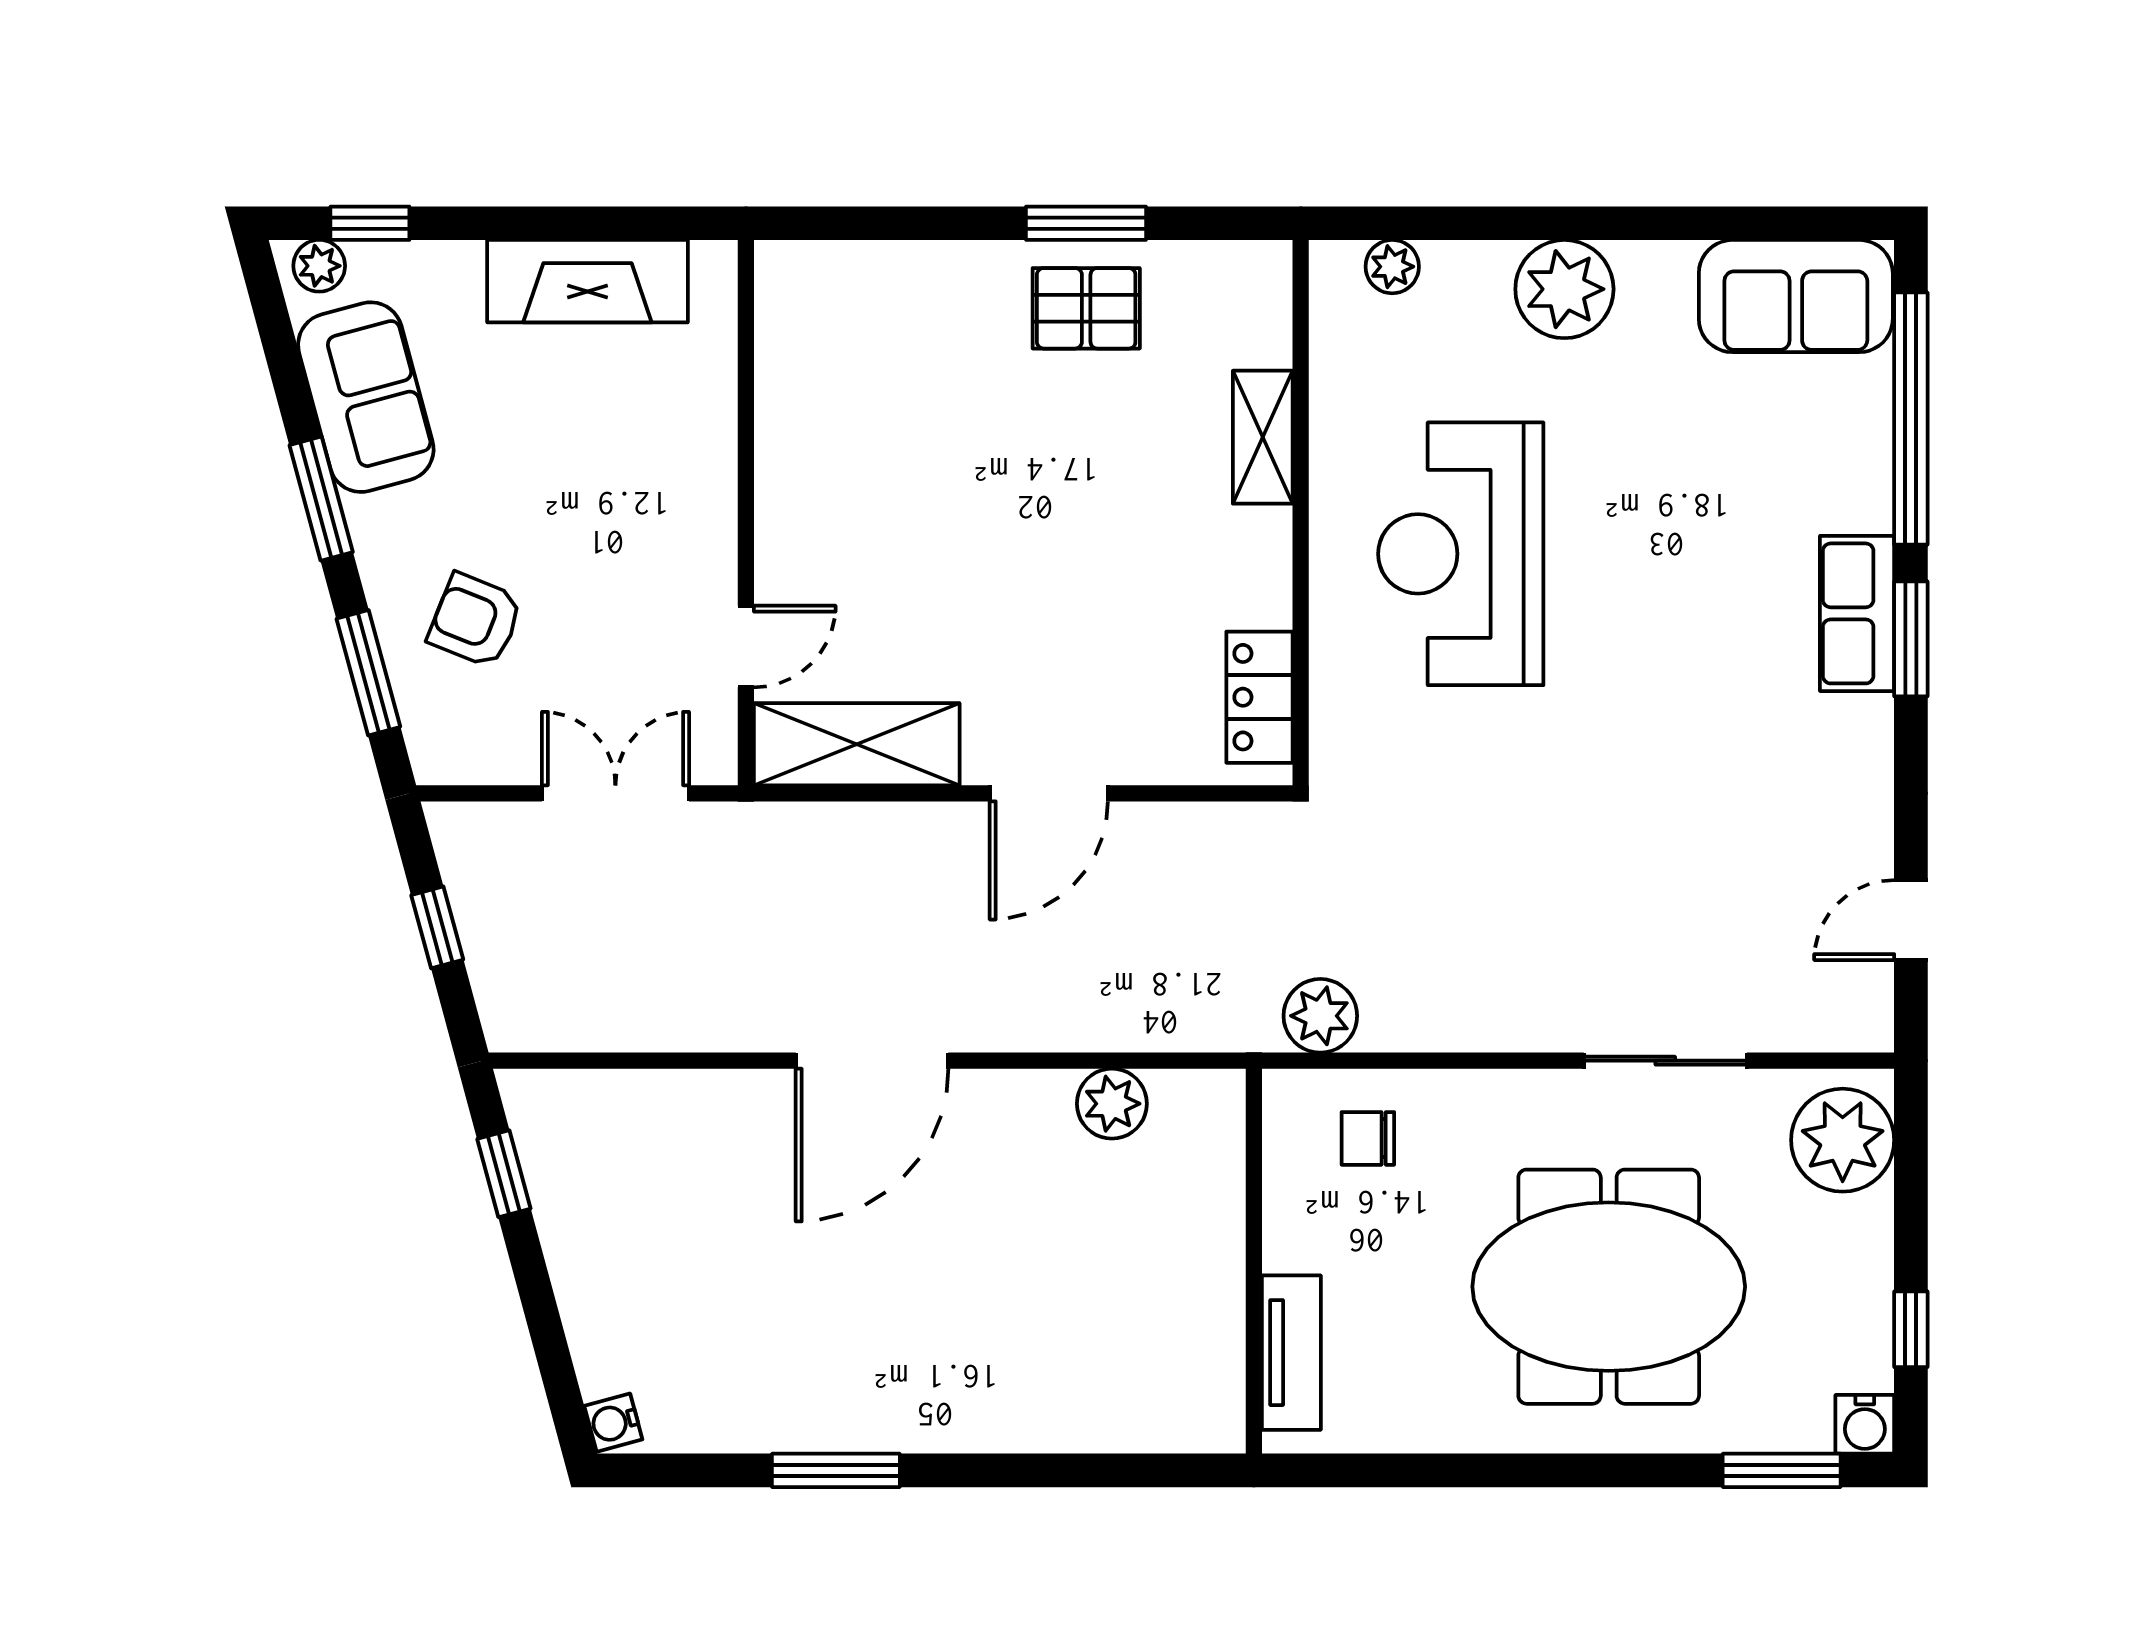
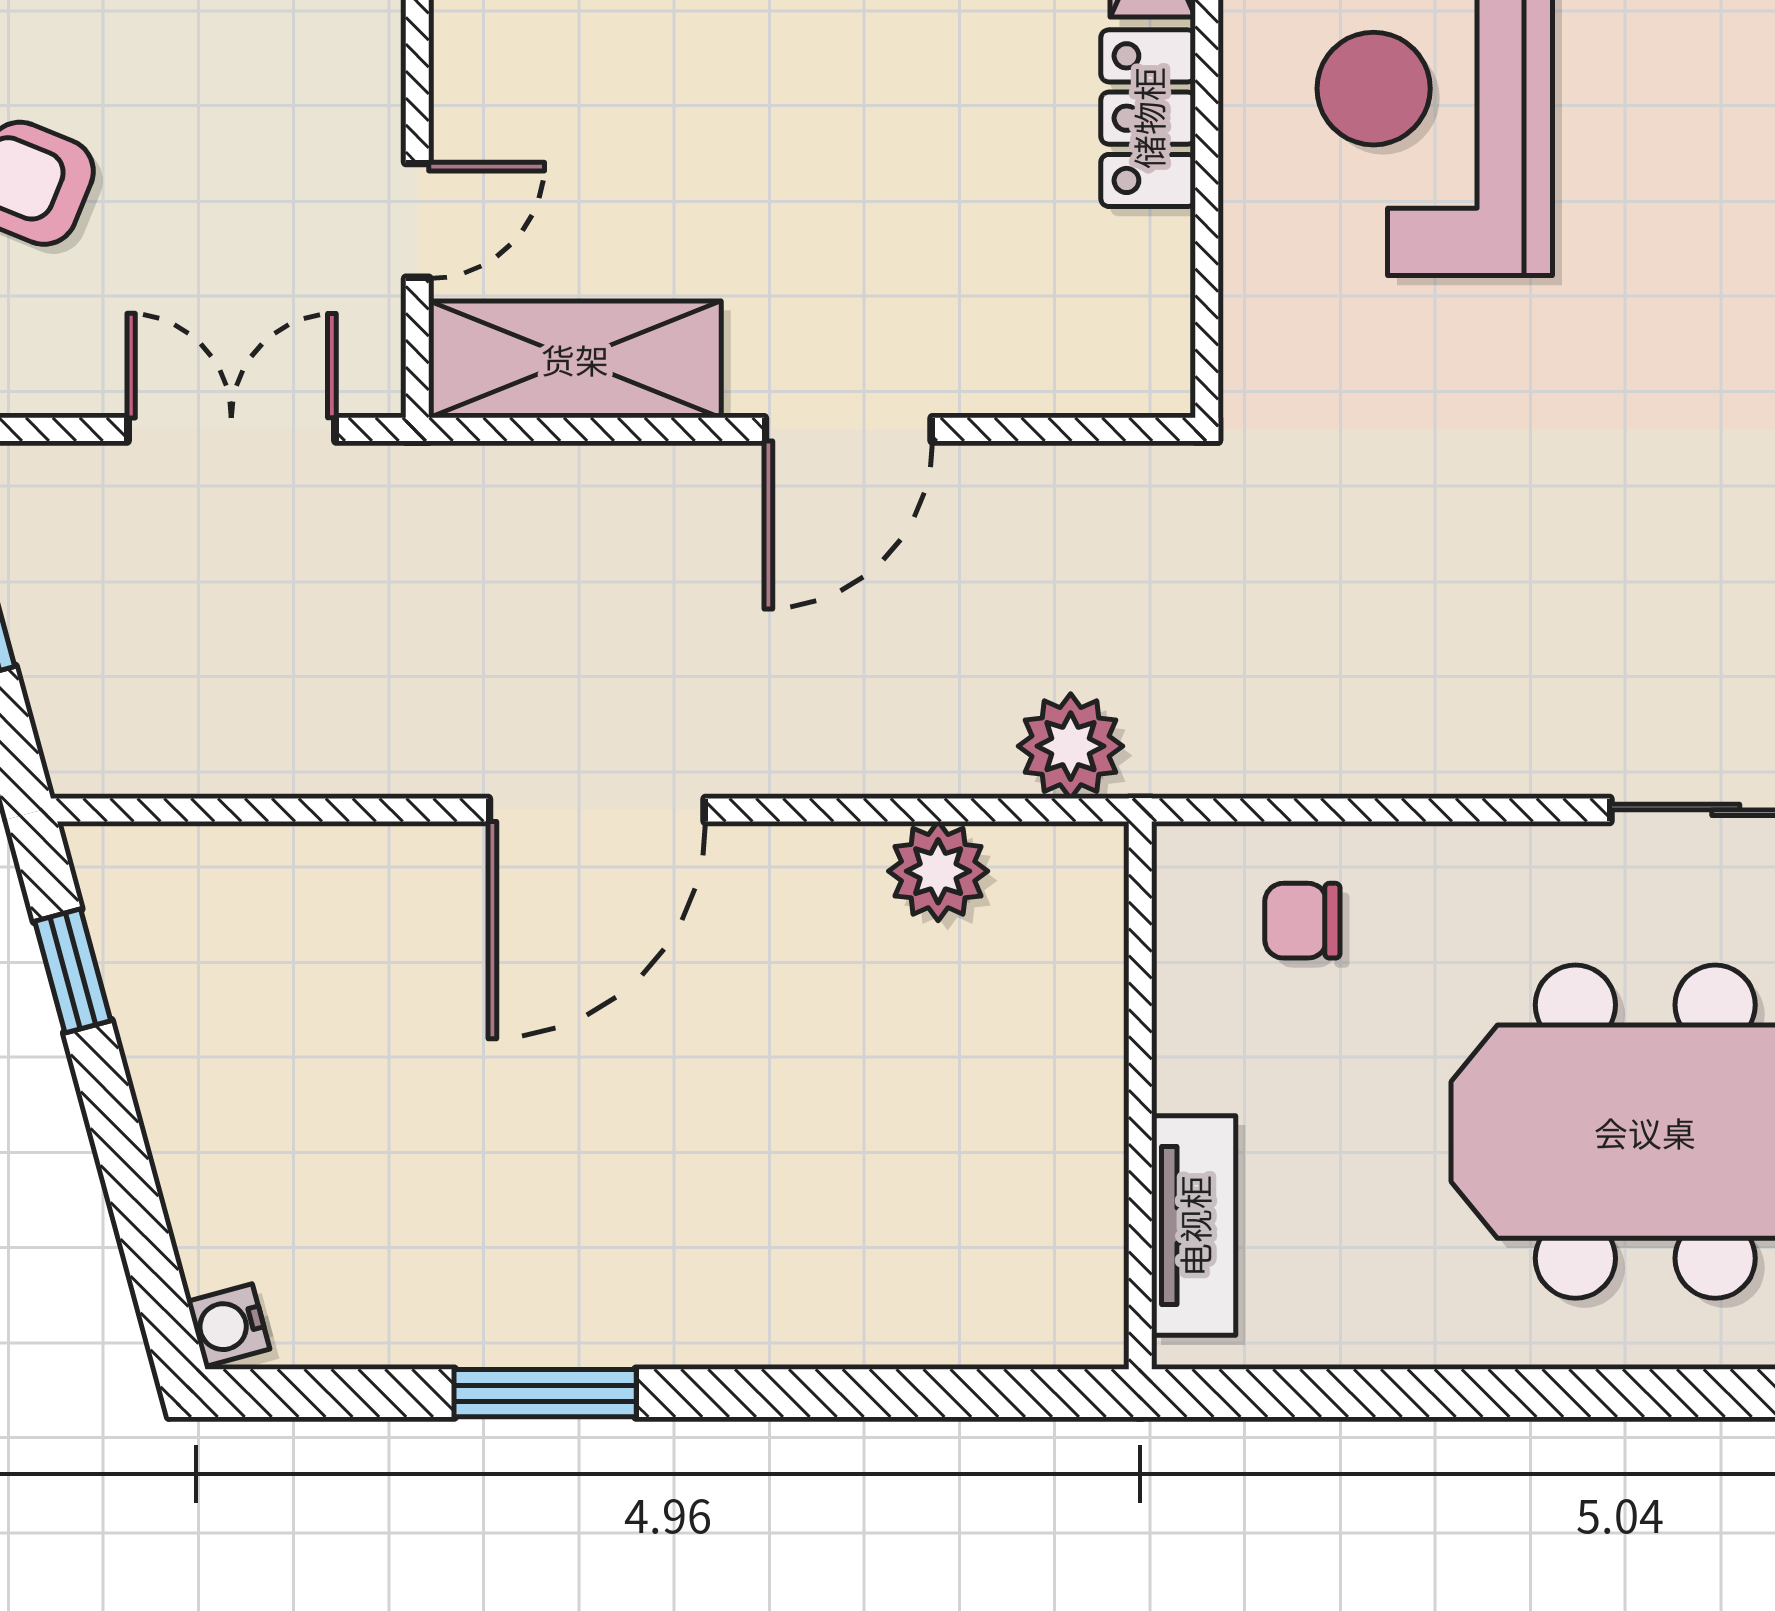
locker: (1259, 697) -> (1148, 118), moved
plant: (1320, 1016) -> (1071, 746), moved

